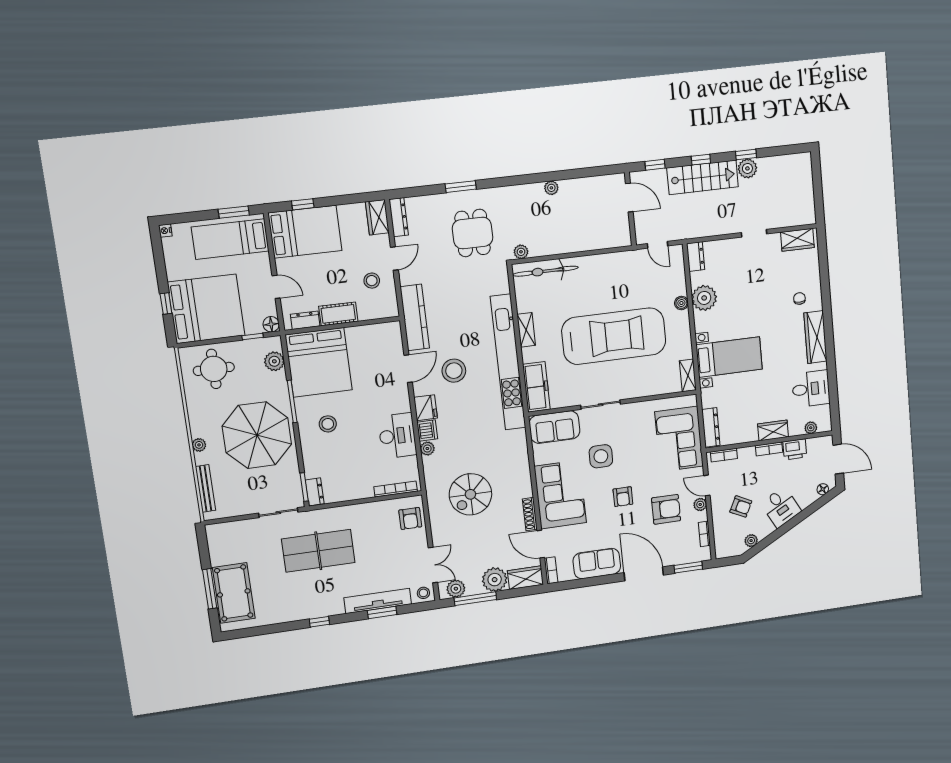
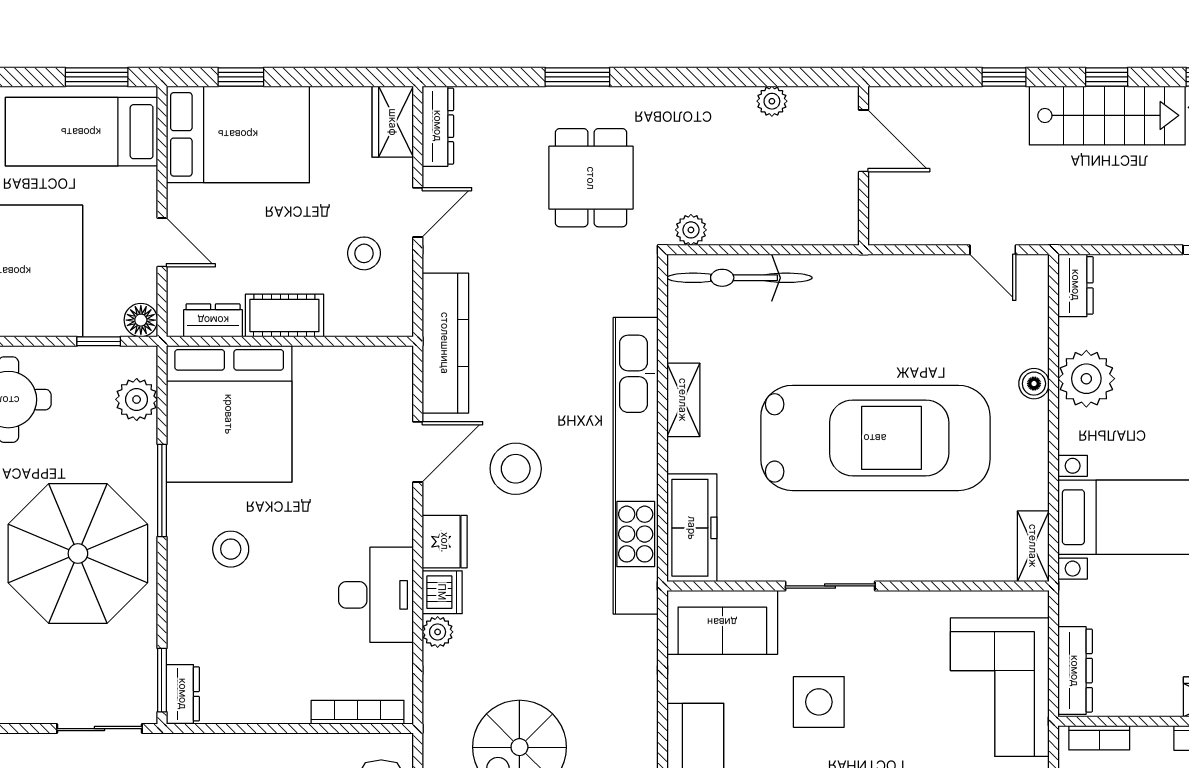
door: (629, 198) -> (864, 141), moved
wall: (630, 209) -> (864, 166), moved

